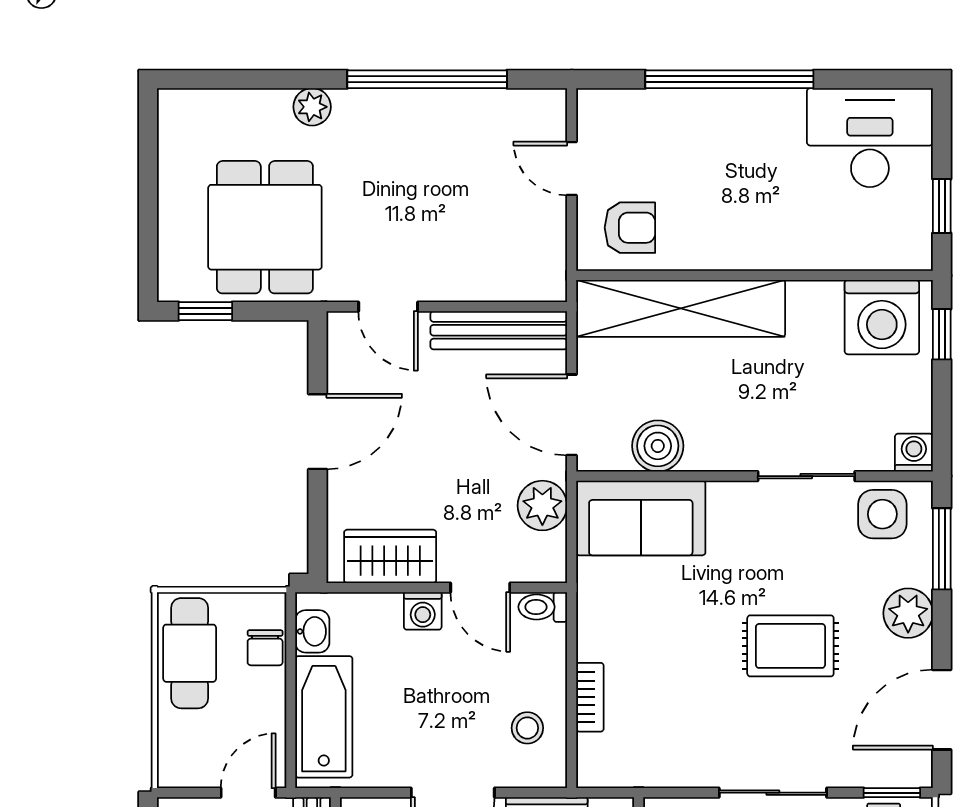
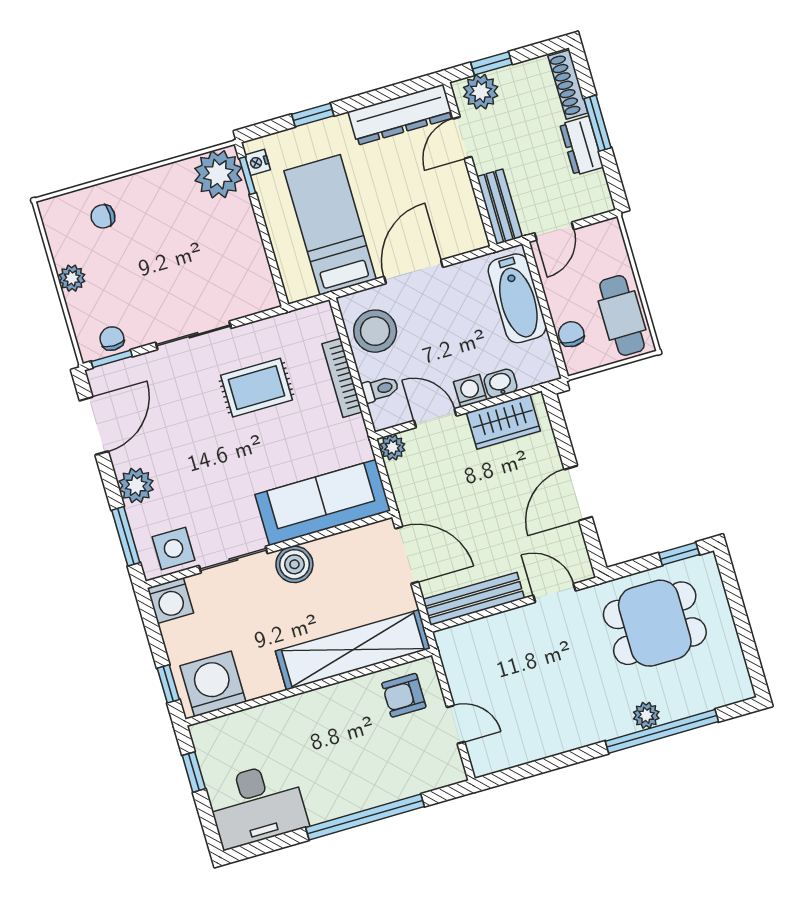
window: (427, 79) -> (662, 731), moved
dining table: (265, 227) -> (655, 623), turned 90
boiler: (658, 446) -> (294, 564), moved
washing machine: (914, 453) -> (170, 600), width x1.38, depth x1.38
plant: (542, 506) -> (392, 447), moved, width x0.73, depth x0.73
sofa: (641, 518) -> (323, 503), width x1.36
toilet: (543, 607) -> (380, 389), moved
washbasin: (312, 631) -> (501, 383), moved, turned 90
rug: (790, 646) -> (256, 388), moved
bookcase: (590, 697) -> (342, 378), width x1.56
stool: (527, 728) -> (375, 331), width x1.89, depth x1.89

